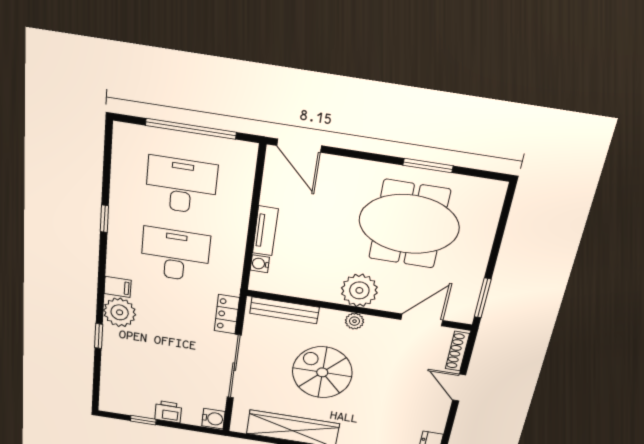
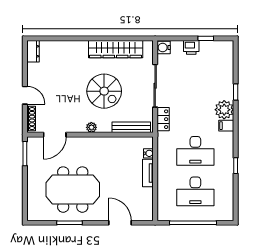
door: (299, 146) -> (120, 223), moved
plant: (359, 290) -> (92, 147), removed

